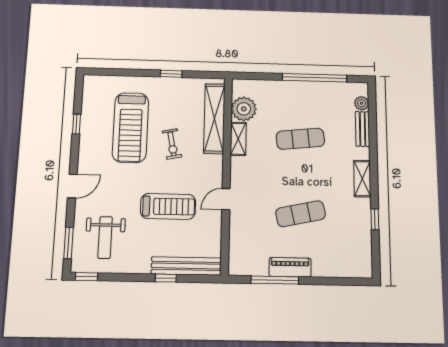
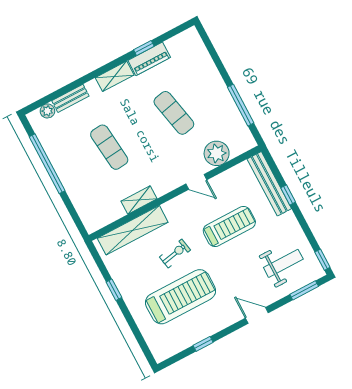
plant: (244, 109) -> (217, 153), moved
treadmill: (168, 206) -> (229, 226), turned 90
piano: (290, 267) -> (149, 59), moved, turned -90

